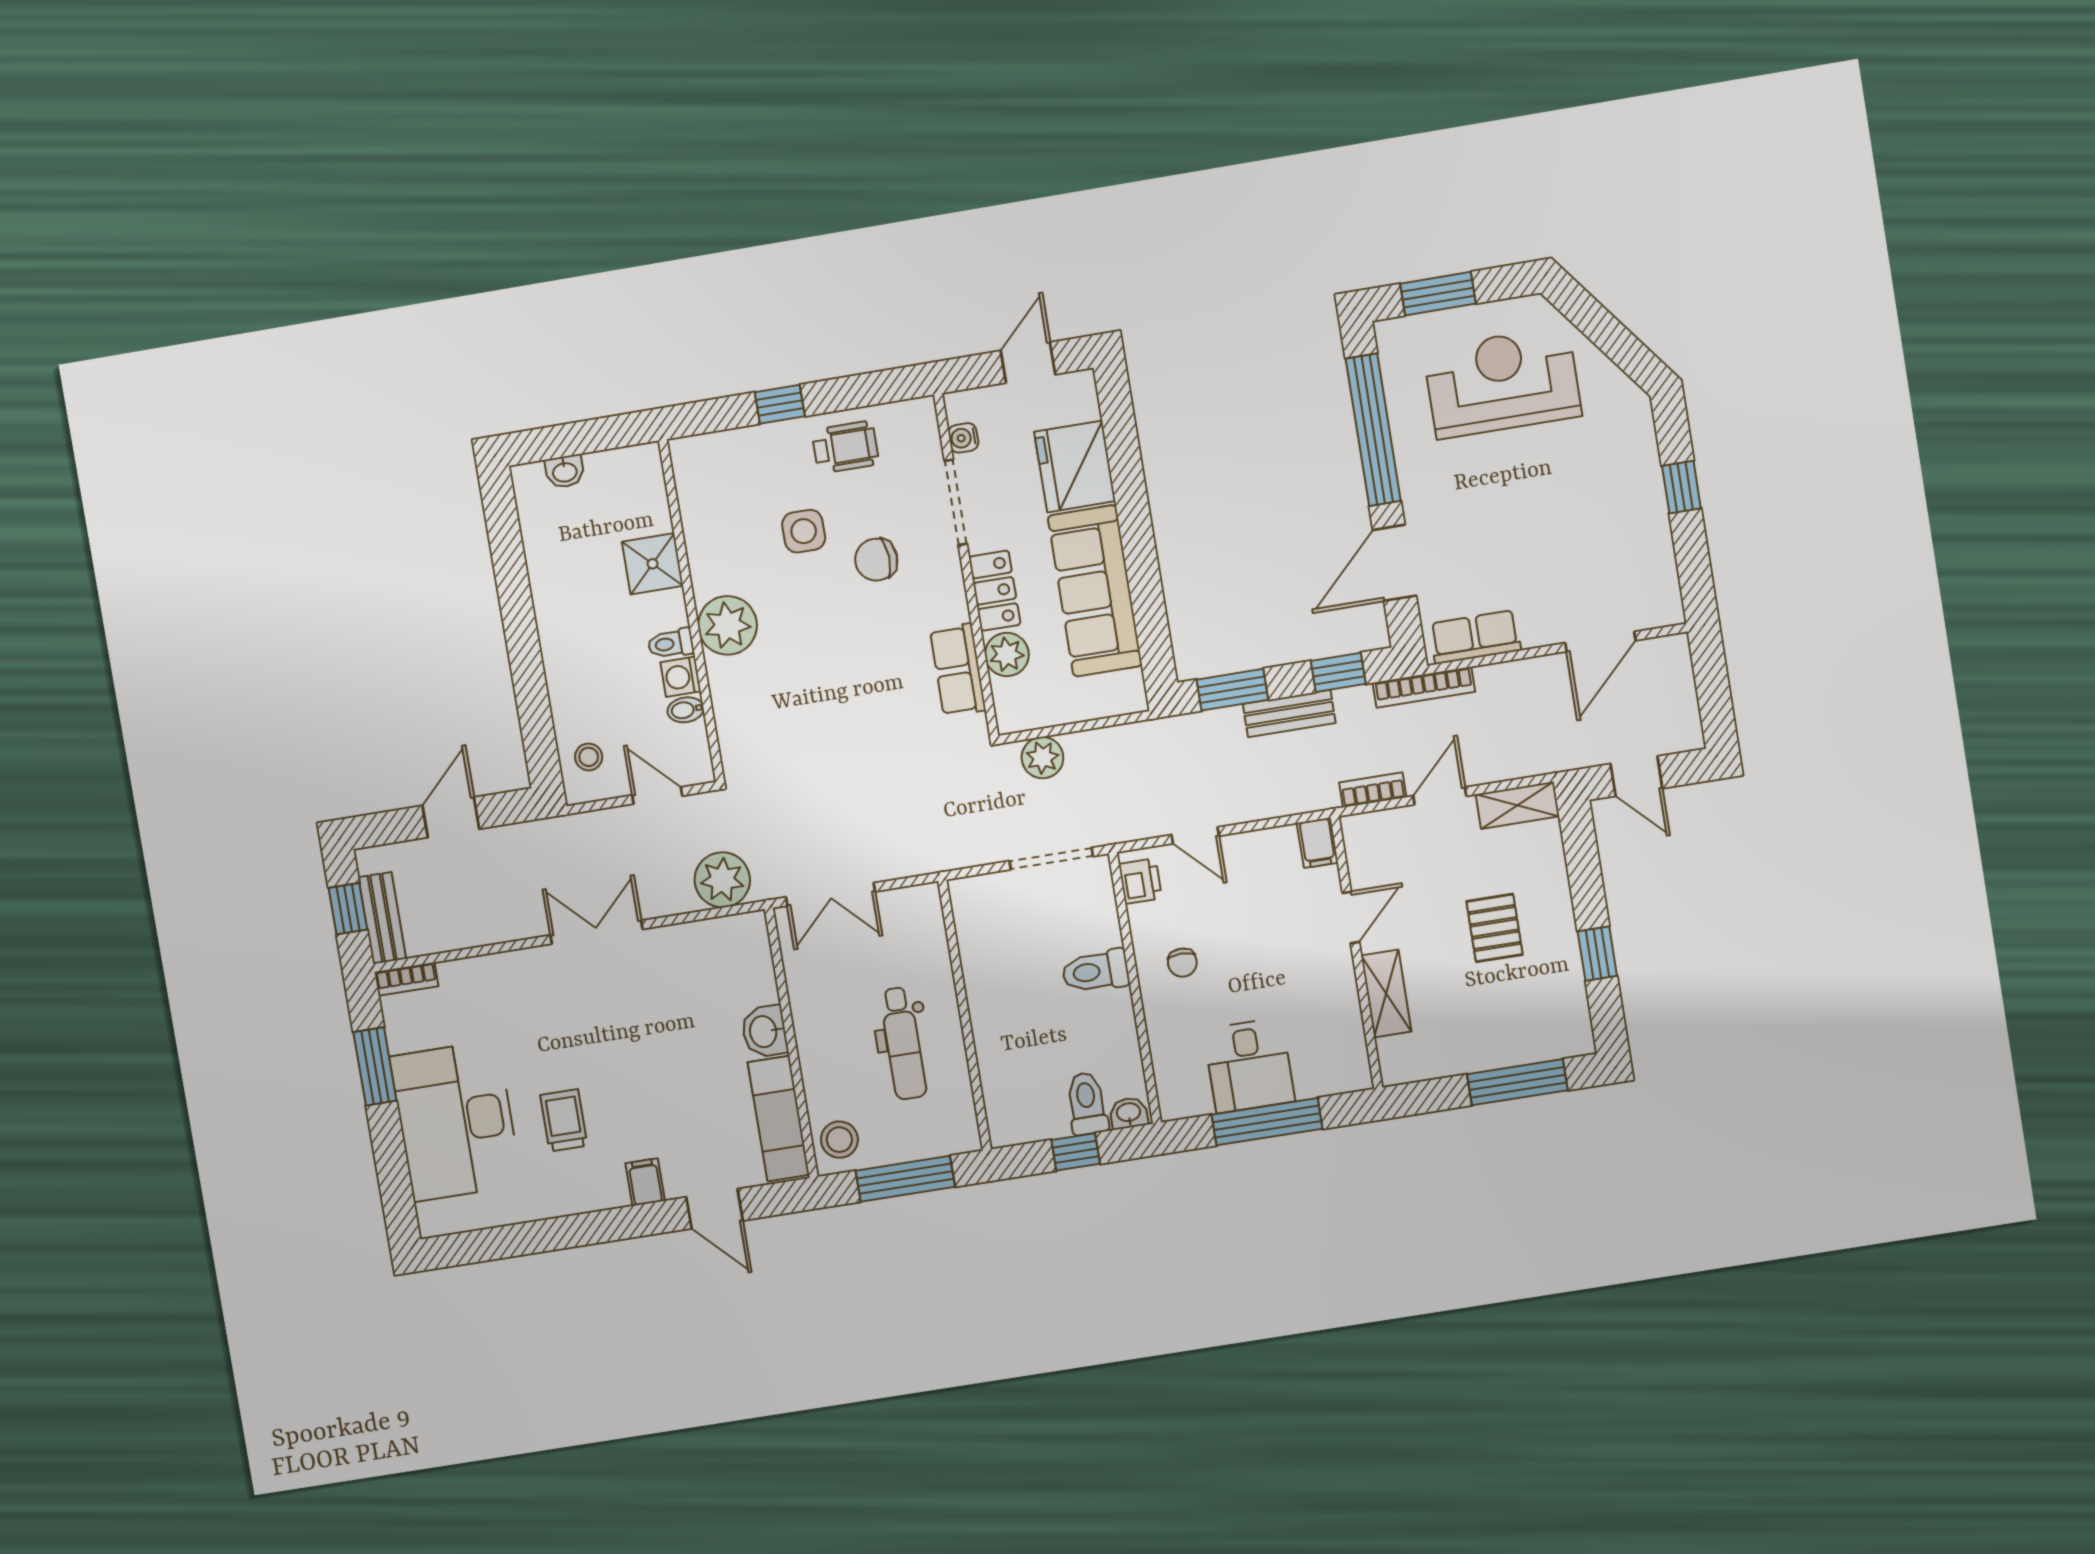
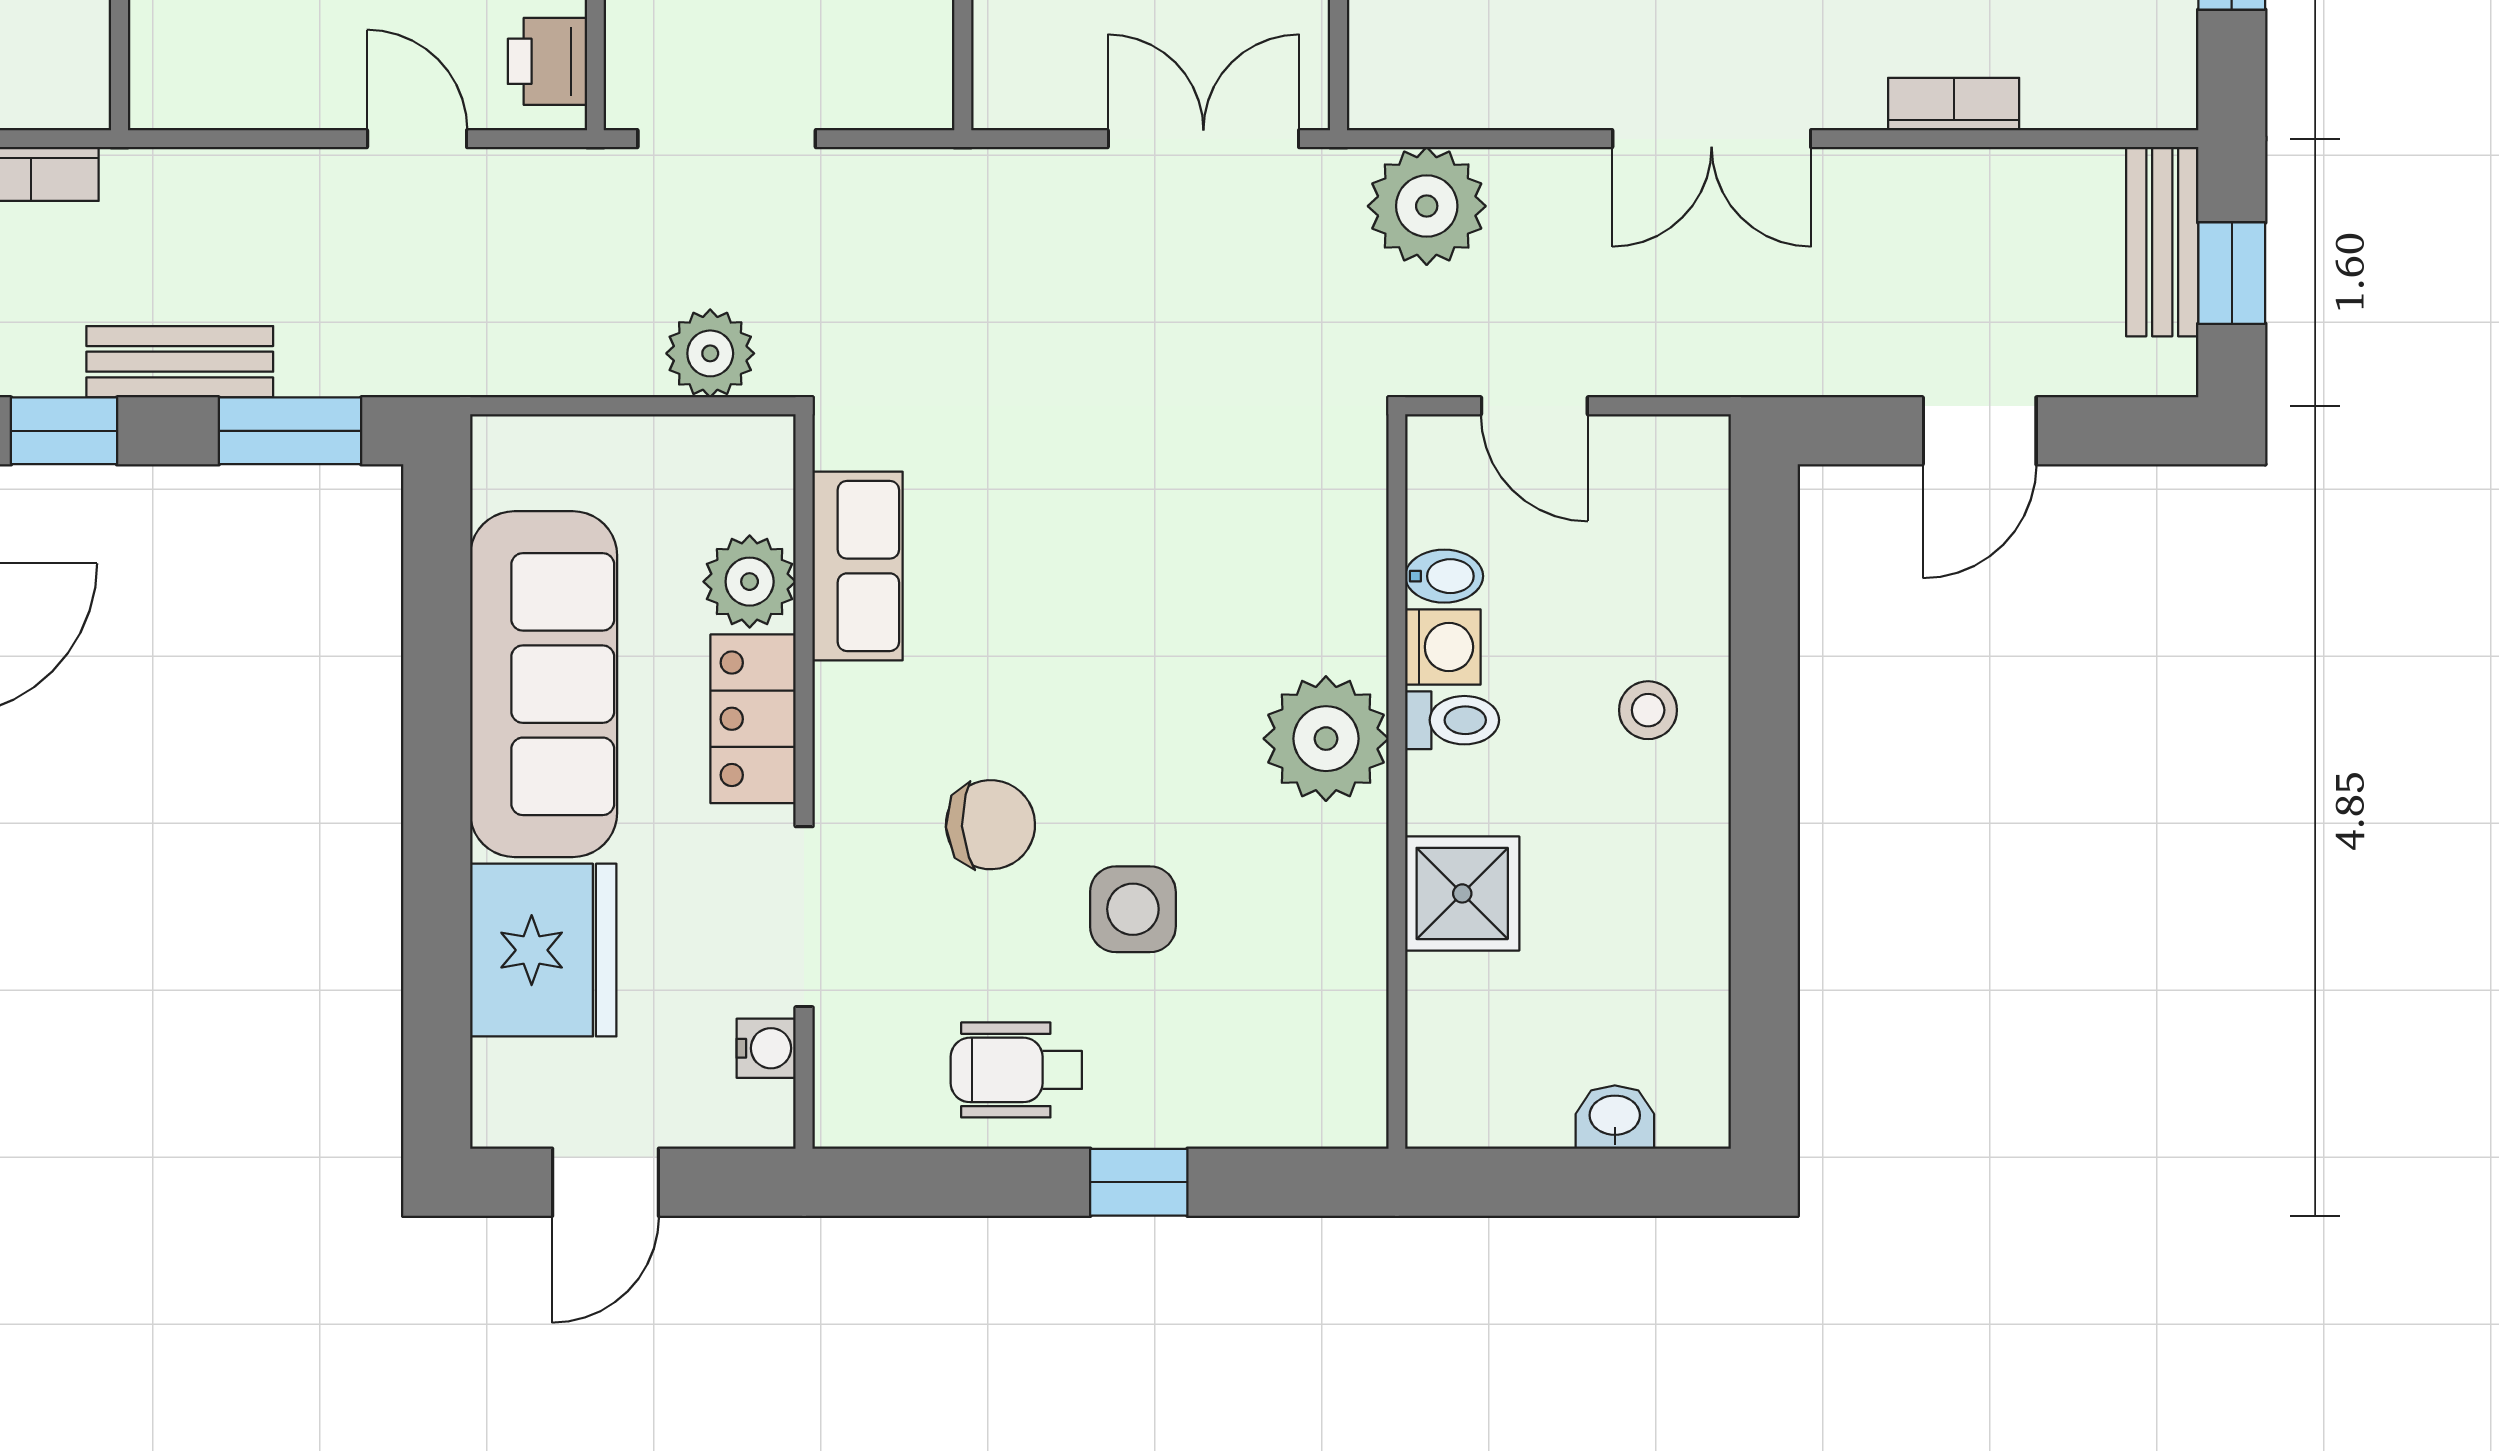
stool: (589, 757) -> (1648, 710), moved
filing cabinet: (1317, 843) -> (164, 82), removed
bookcase: (406, 979) -> (1954, 104), moved

